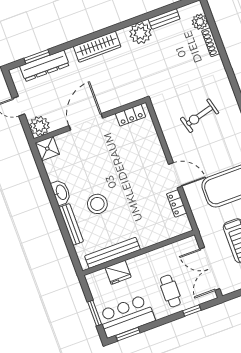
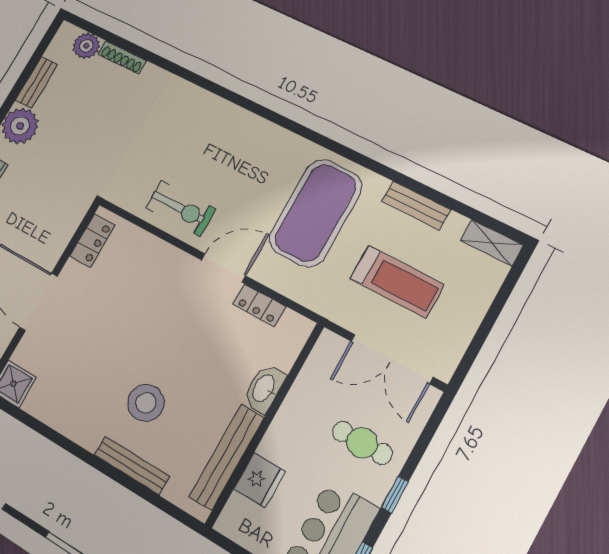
exercise bike: (200, 116) -> (181, 209), moved, turned -75
washbasin: (61, 192) -> (264, 388), moved, turned -90
window: (192, 311) -> (395, 495), moved

